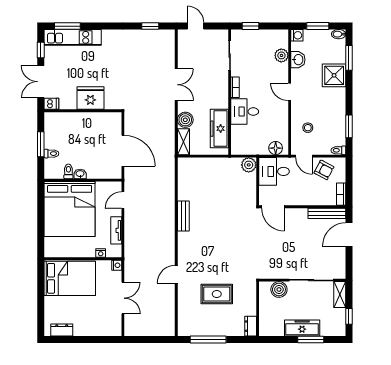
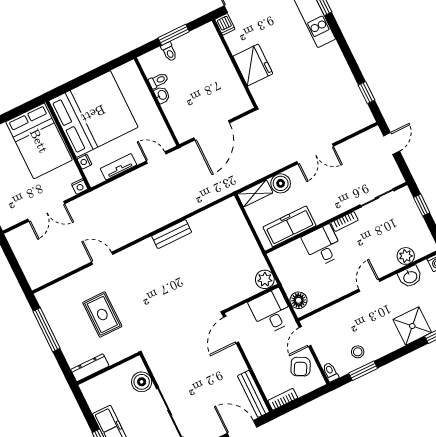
stool: (308, 128) -> (358, 352), moved
bed: (70, 209) -> (93, 114), moved, turned 180
dresser: (251, 326) -> (90, 368), width x1.44

